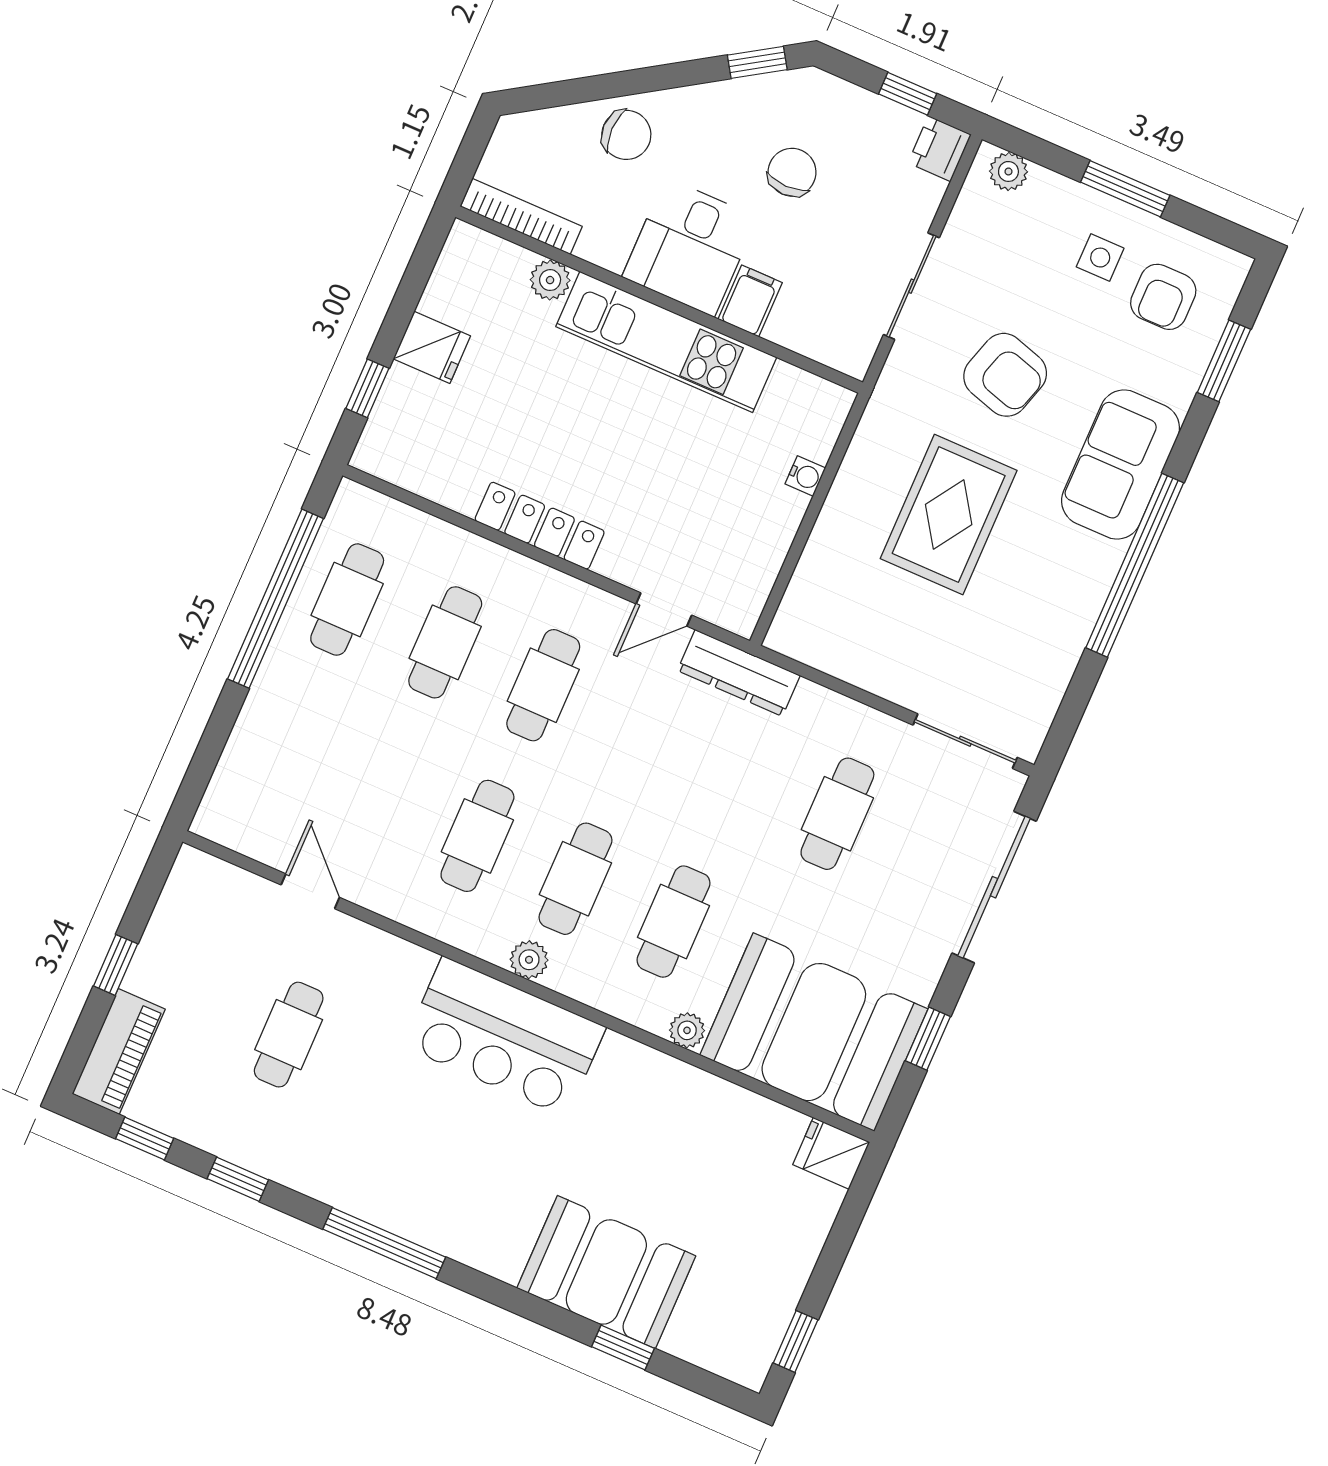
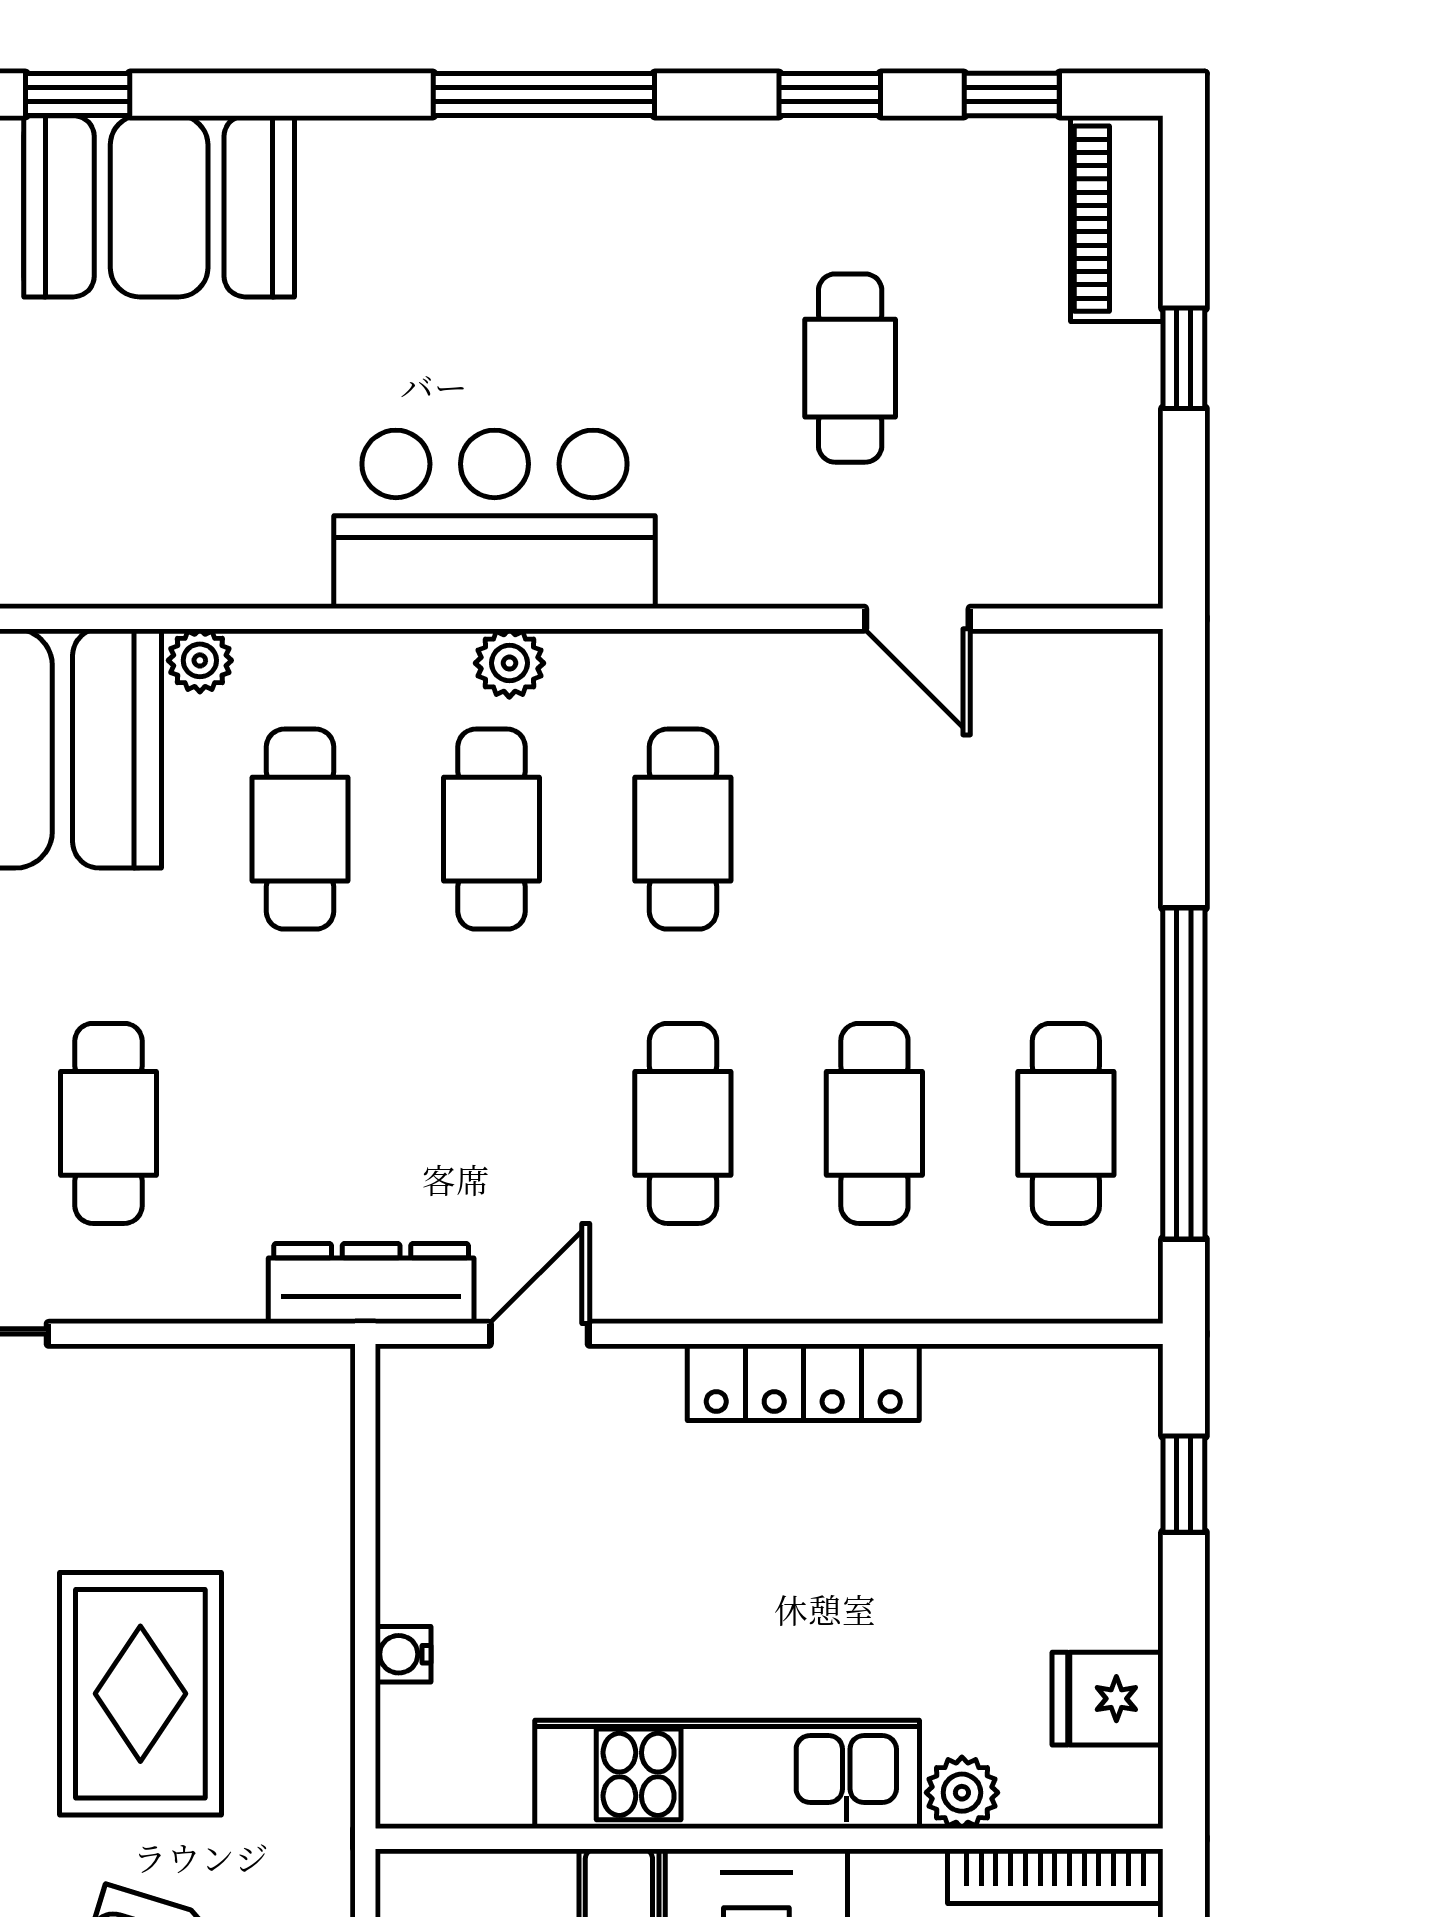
fridge: (432, 347) -> (1108, 1699), moved

